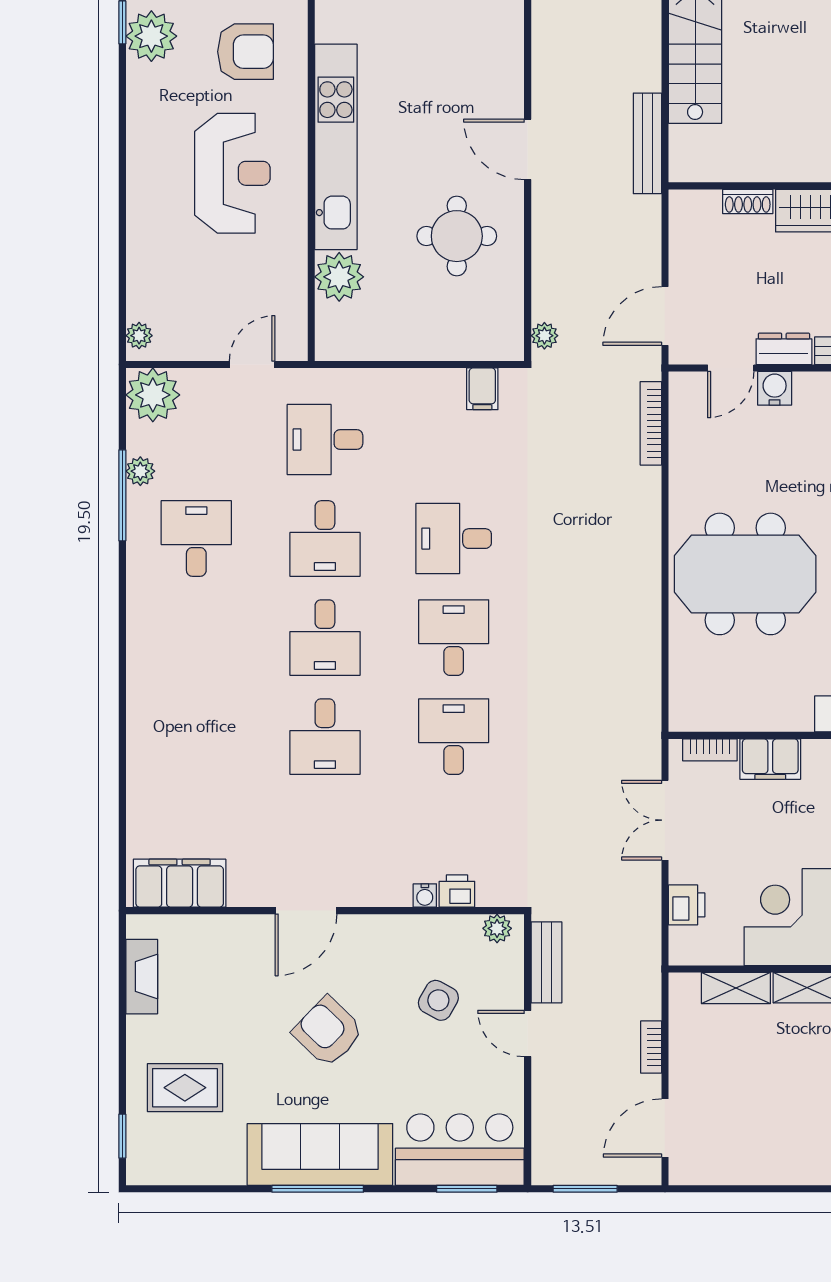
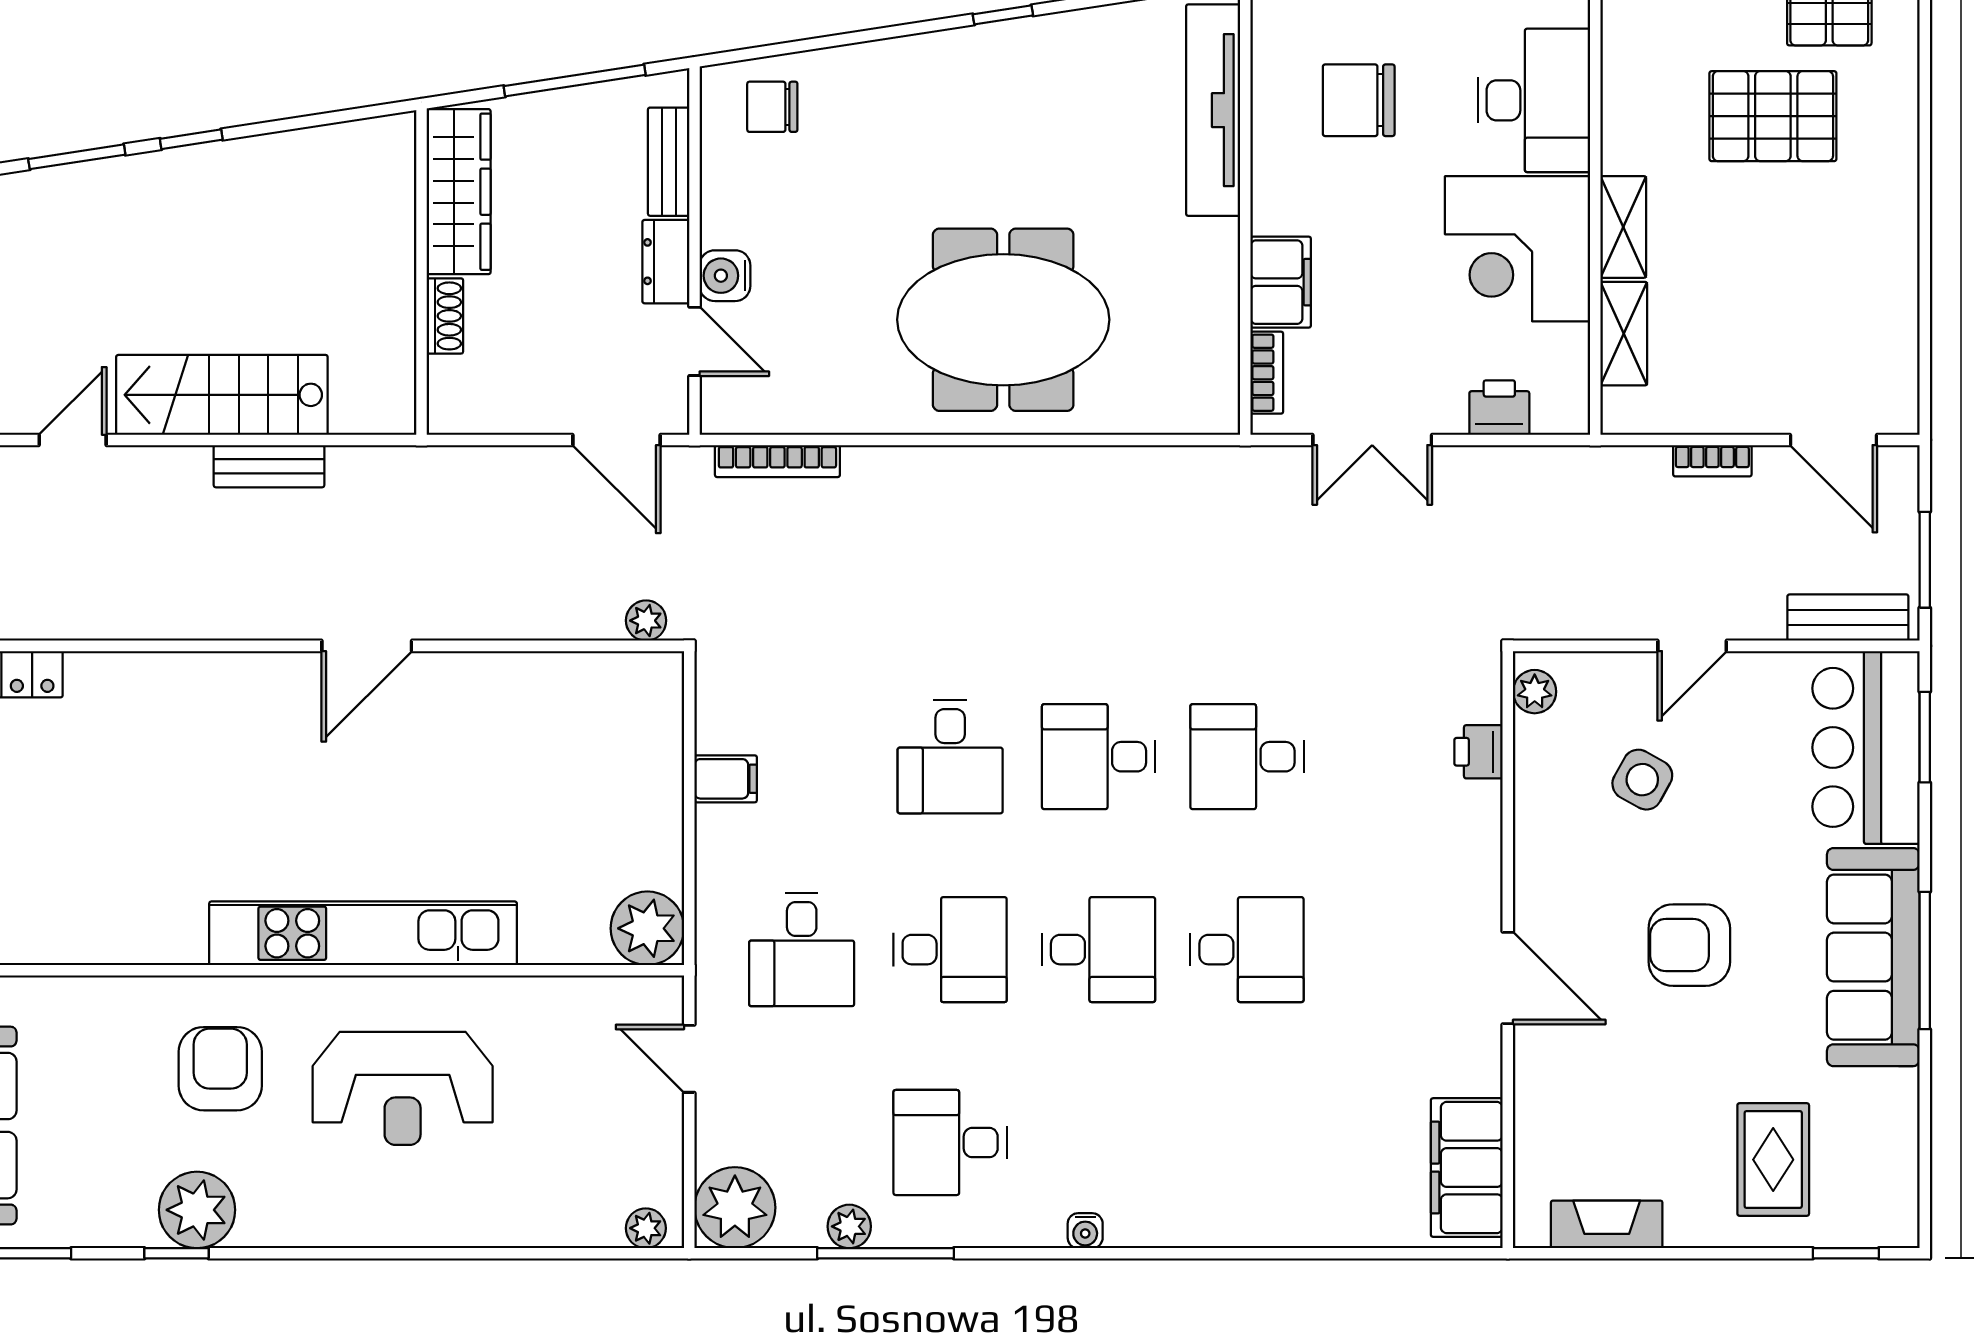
bench: (647, 143) -> (269, 466), moved, width x0.73
reception desk: (232, 173) -> (403, 1088), turned 180
round table: (457, 236) -> (497, 752), removed
plant: (339, 277) -> (647, 928), moved
filing cabinet: (482, 389) -> (726, 779), moved
meeting table: (745, 574) -> (1003, 320), turned 90
water cooler: (425, 895) -> (1085, 1231), moved, turned 90
bench: (546, 962) -> (1848, 618), moved
armchair: (328, 1032) -> (1689, 945), turned 46

